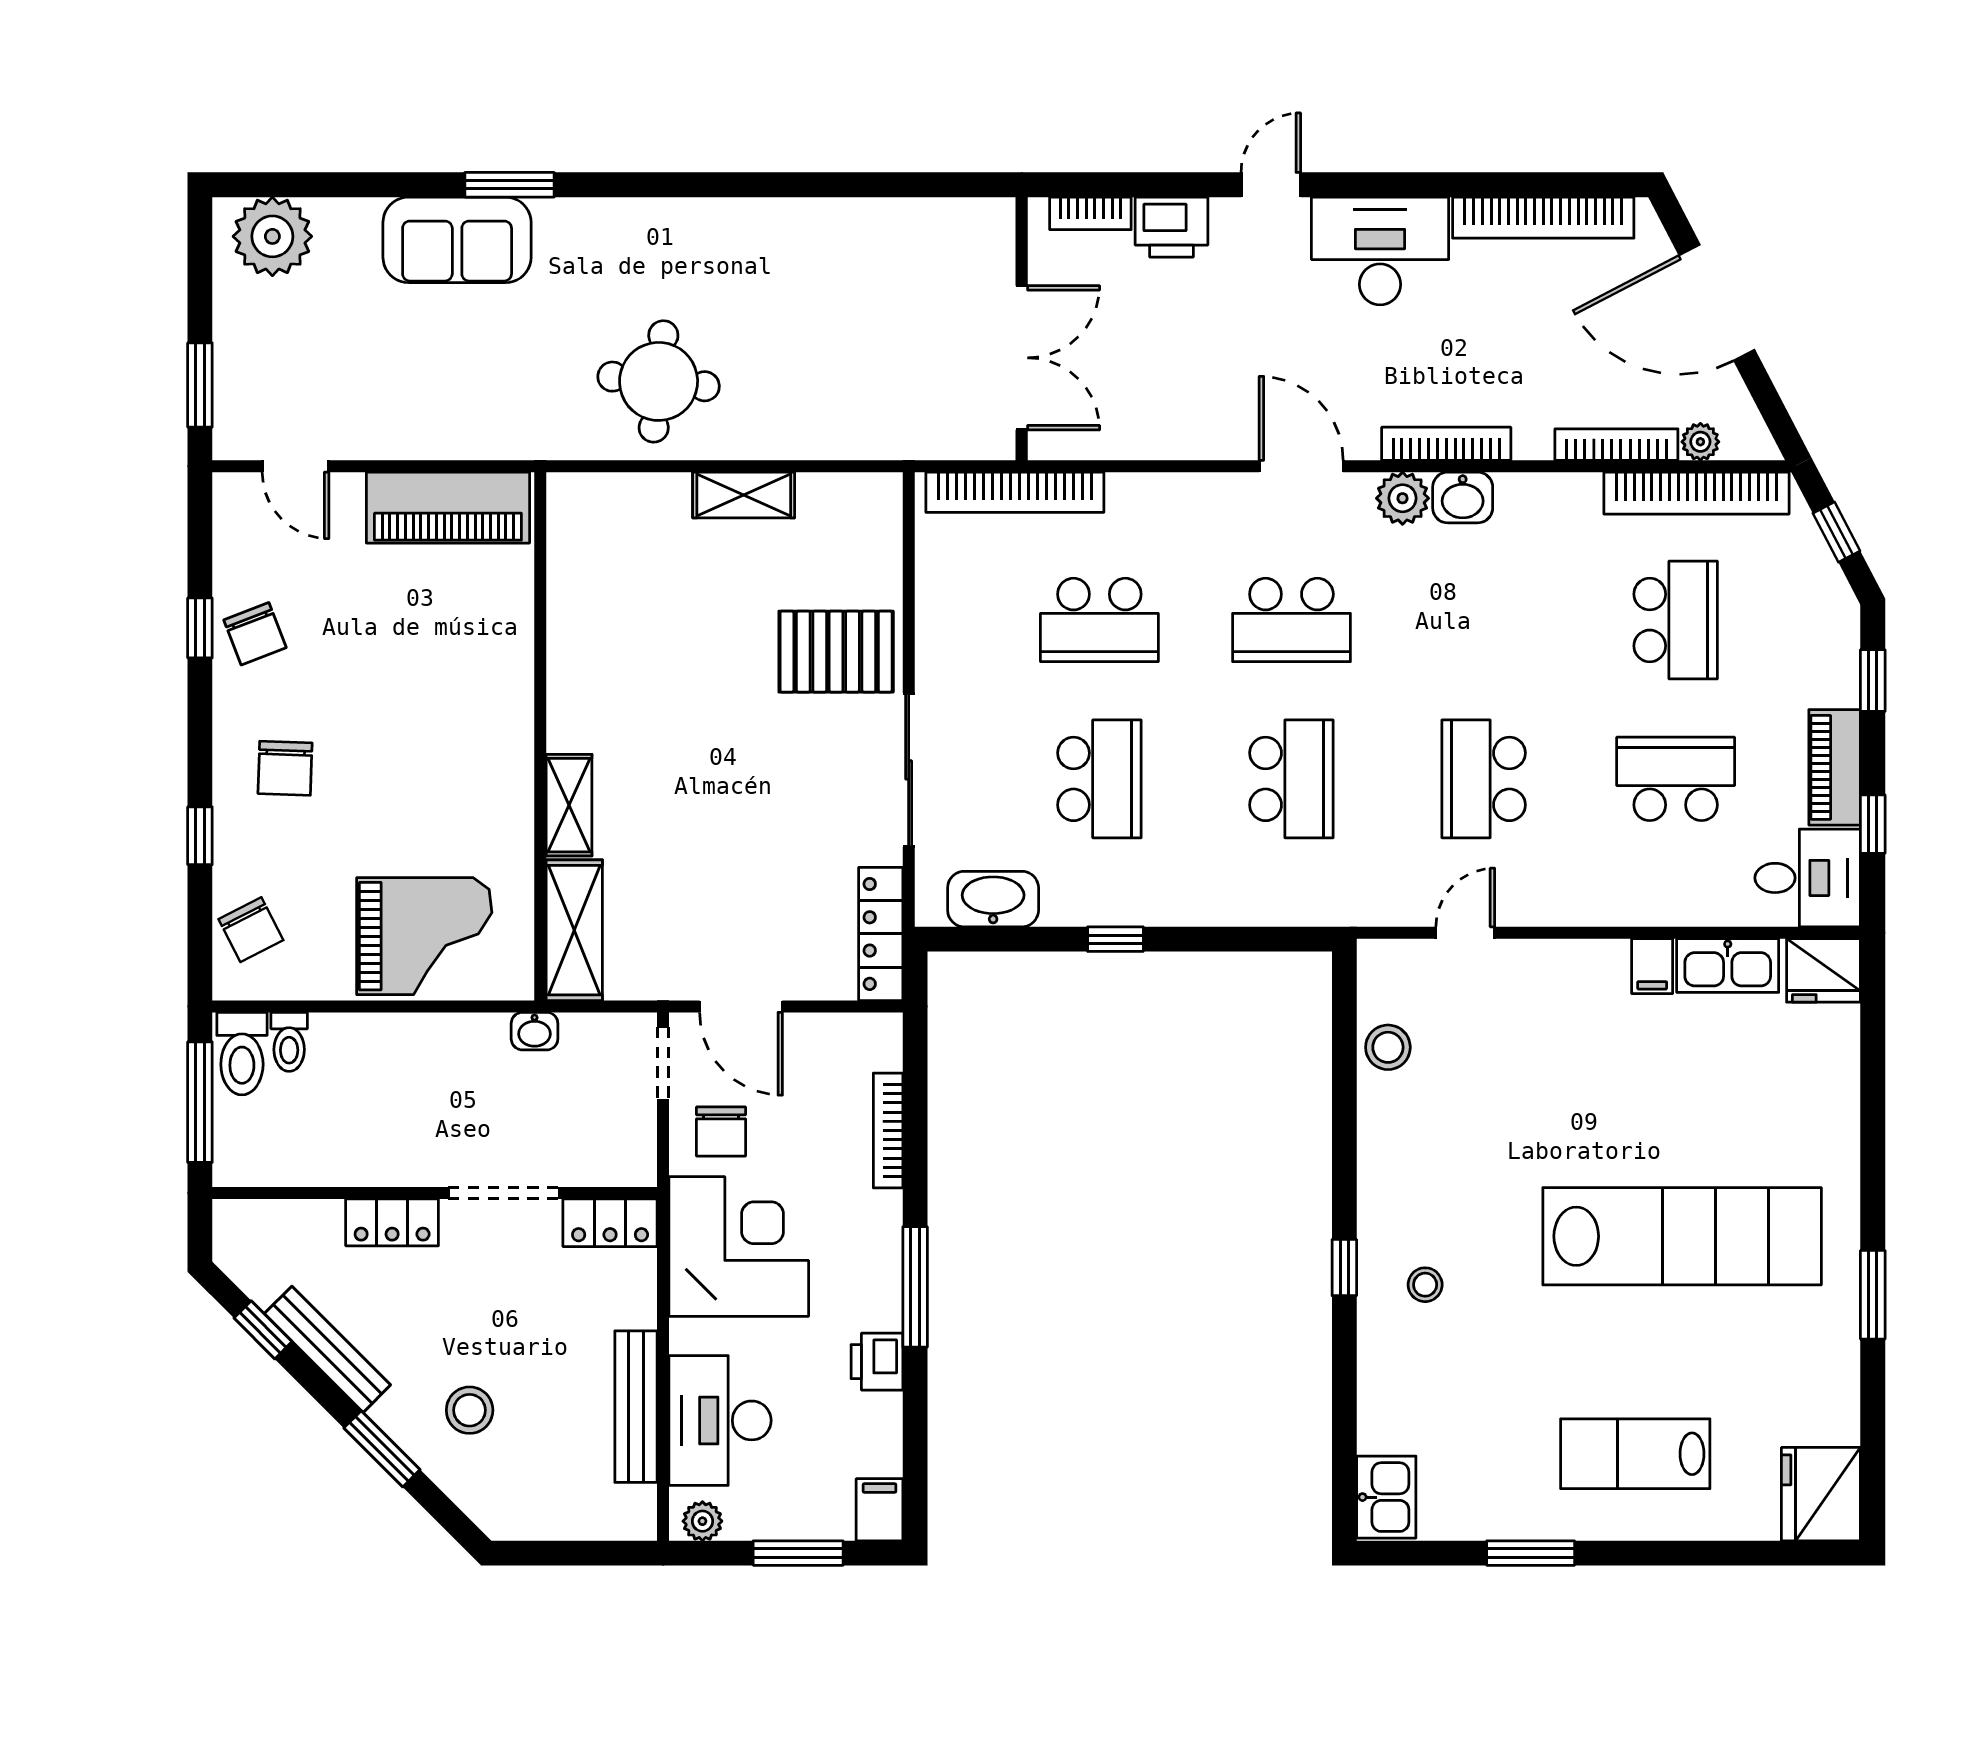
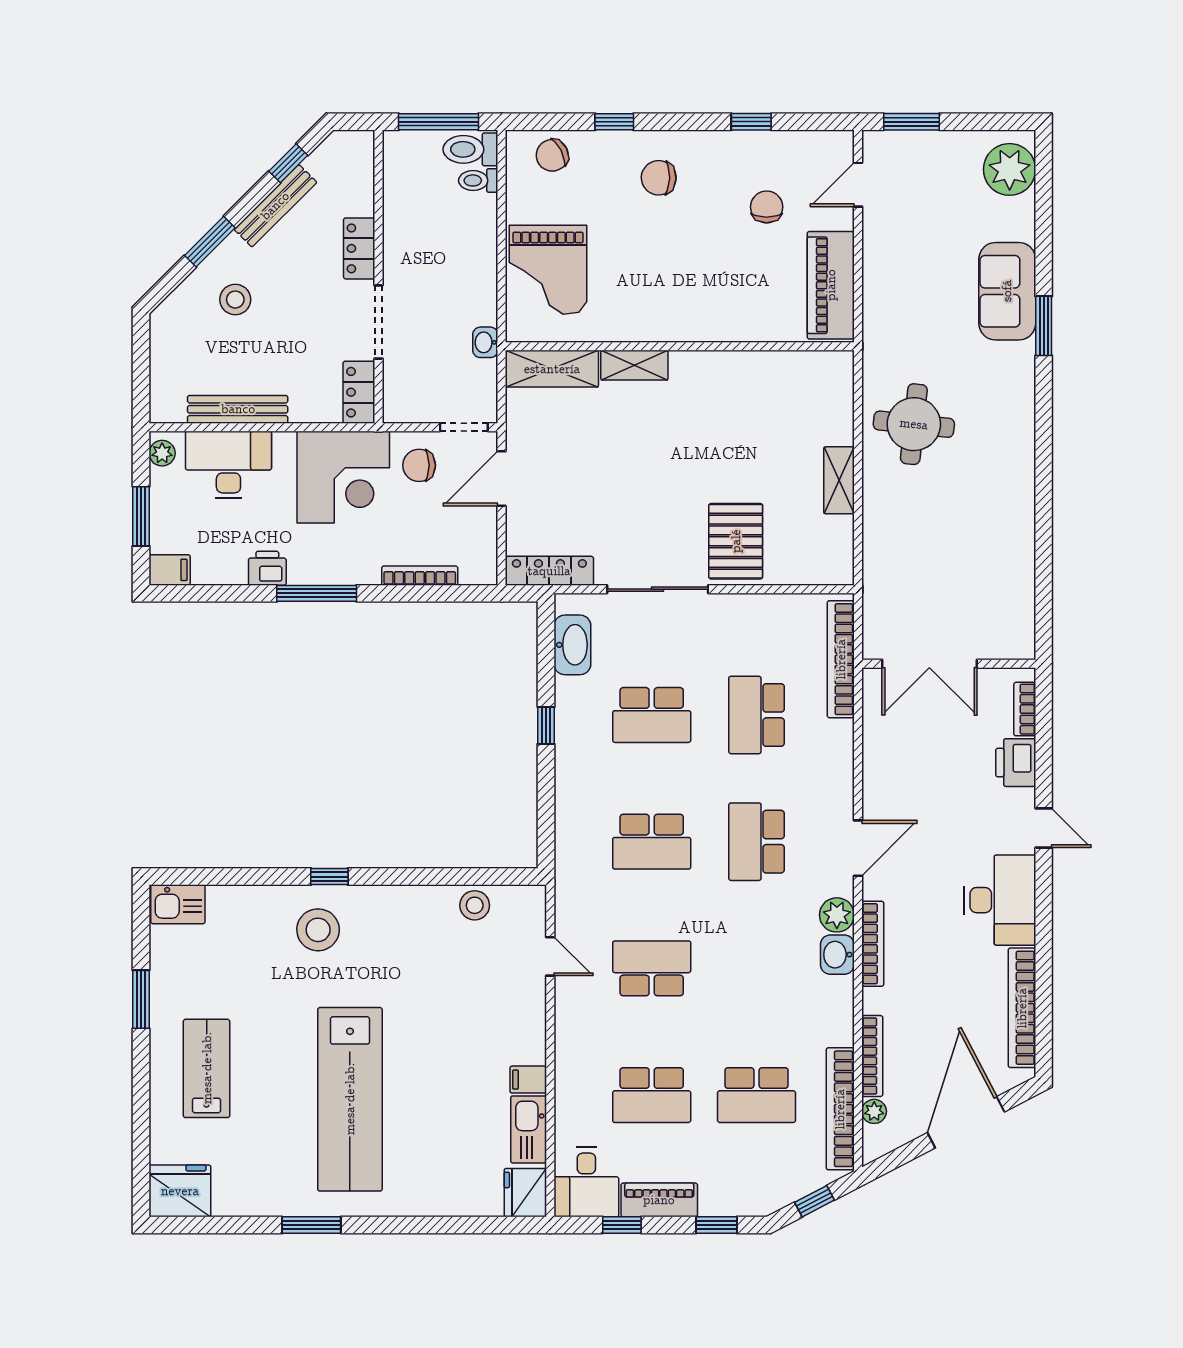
chair: (255, 634) -> (767, 207), moved, turned 111
school desk: (1676, 779) -> (652, 1095), turned 90
stool: (1425, 1285) -> (318, 930), width x1.89, depth x1.89

